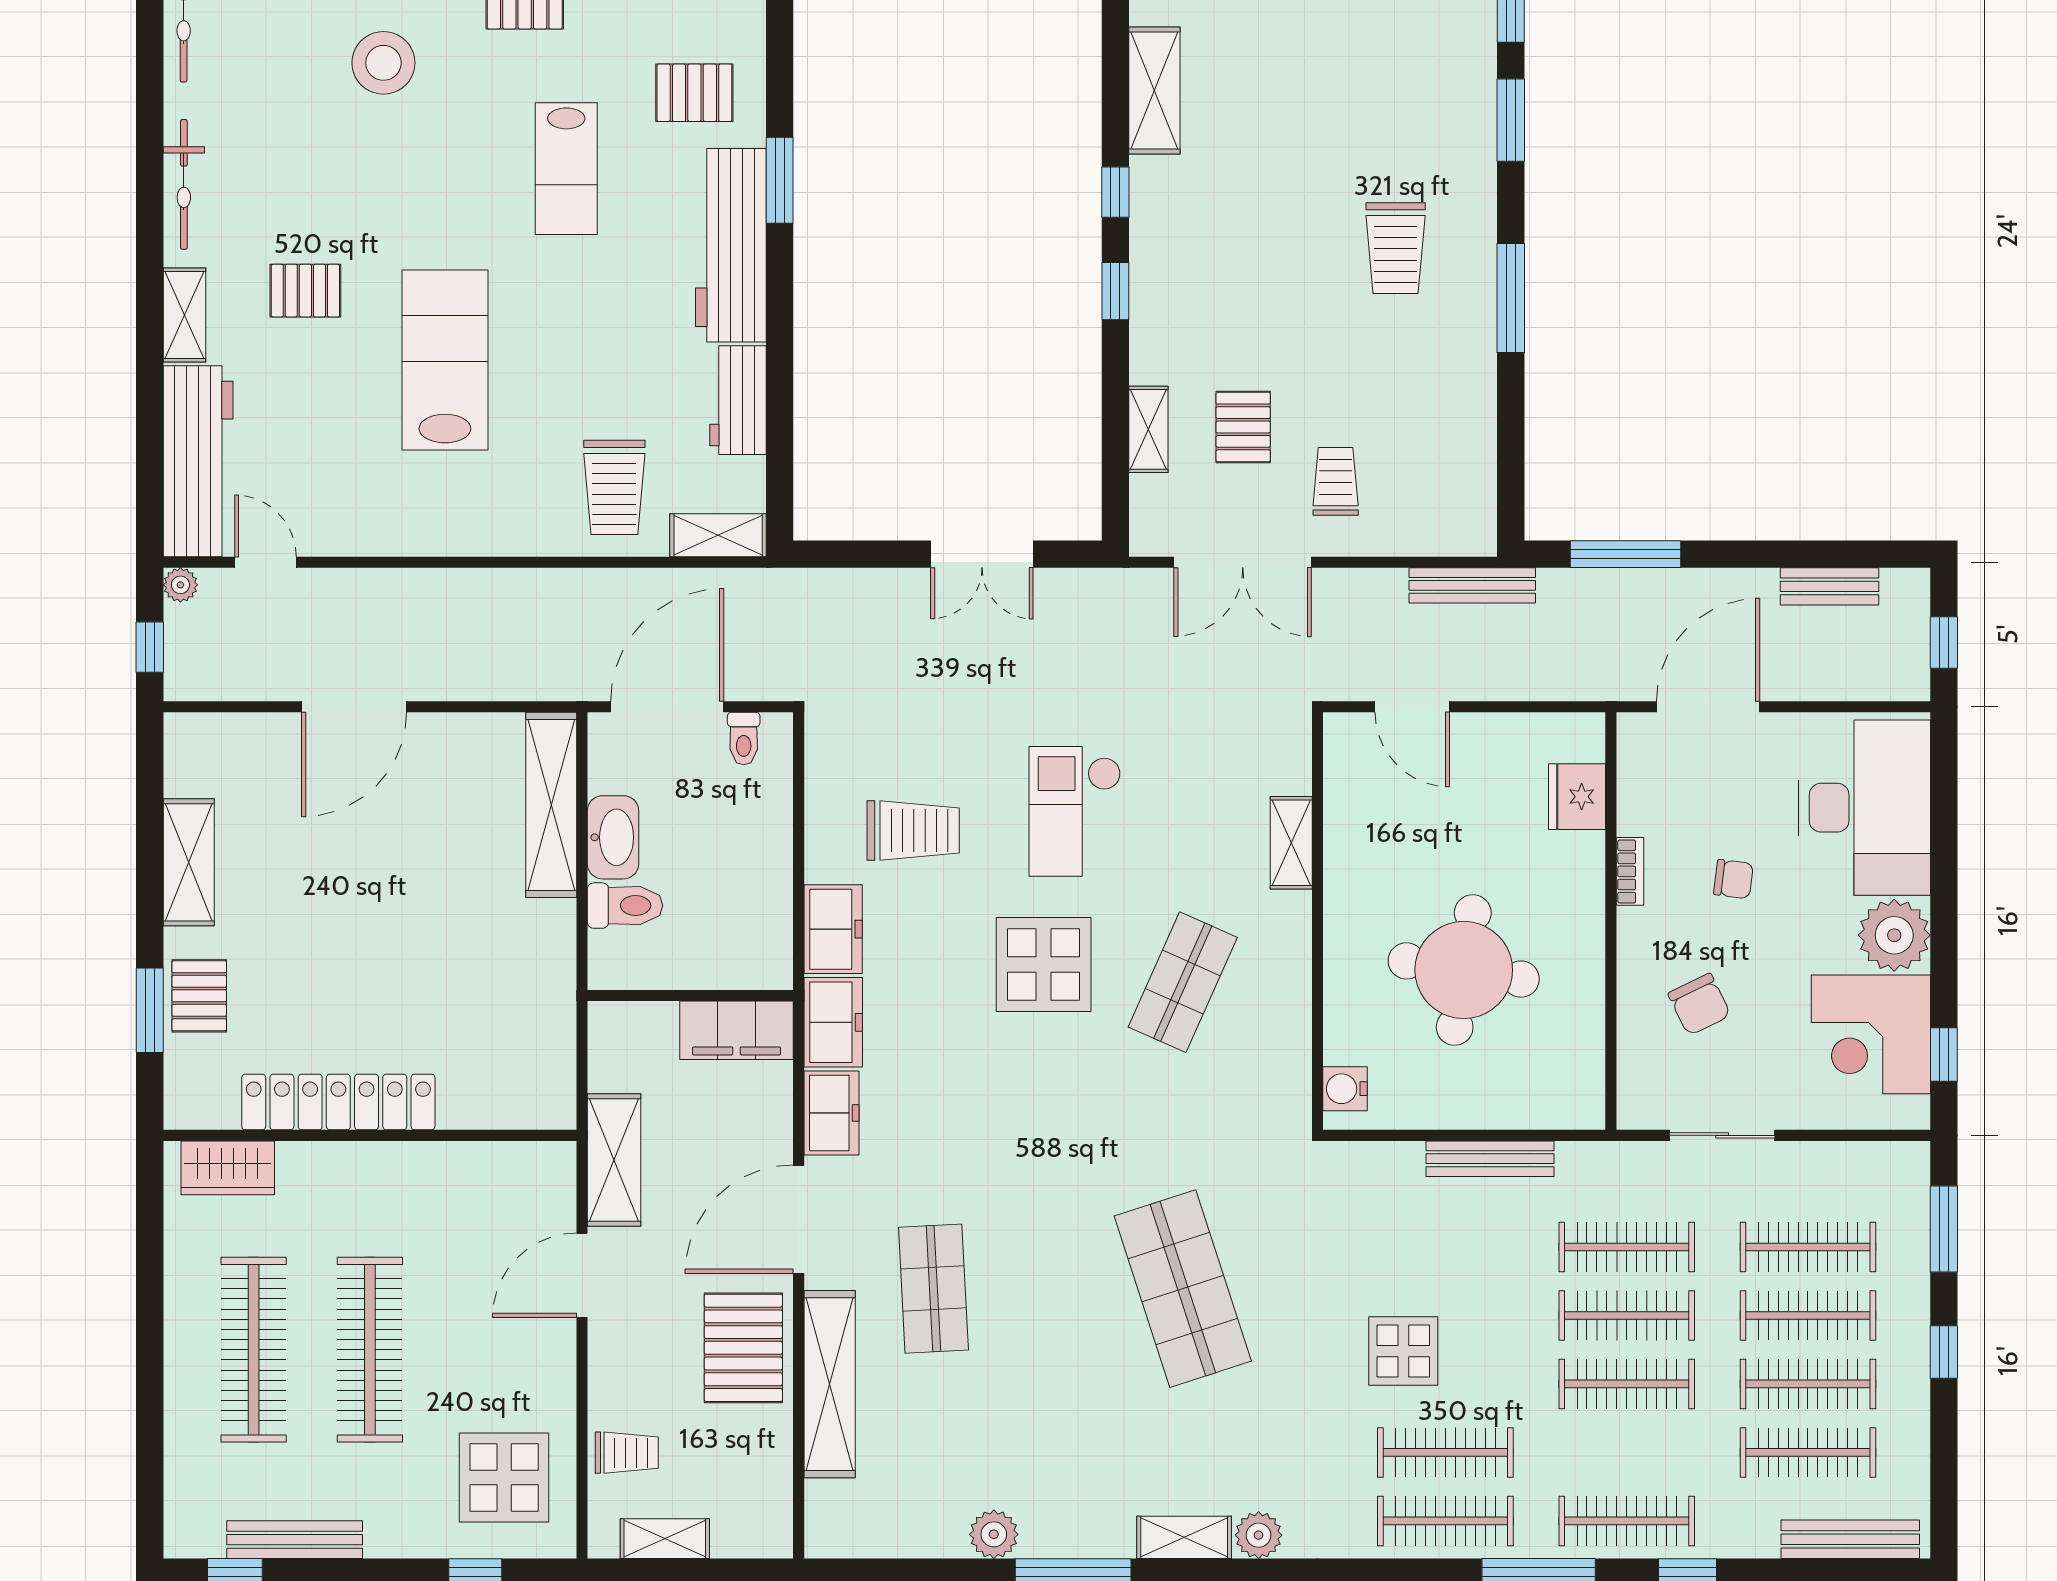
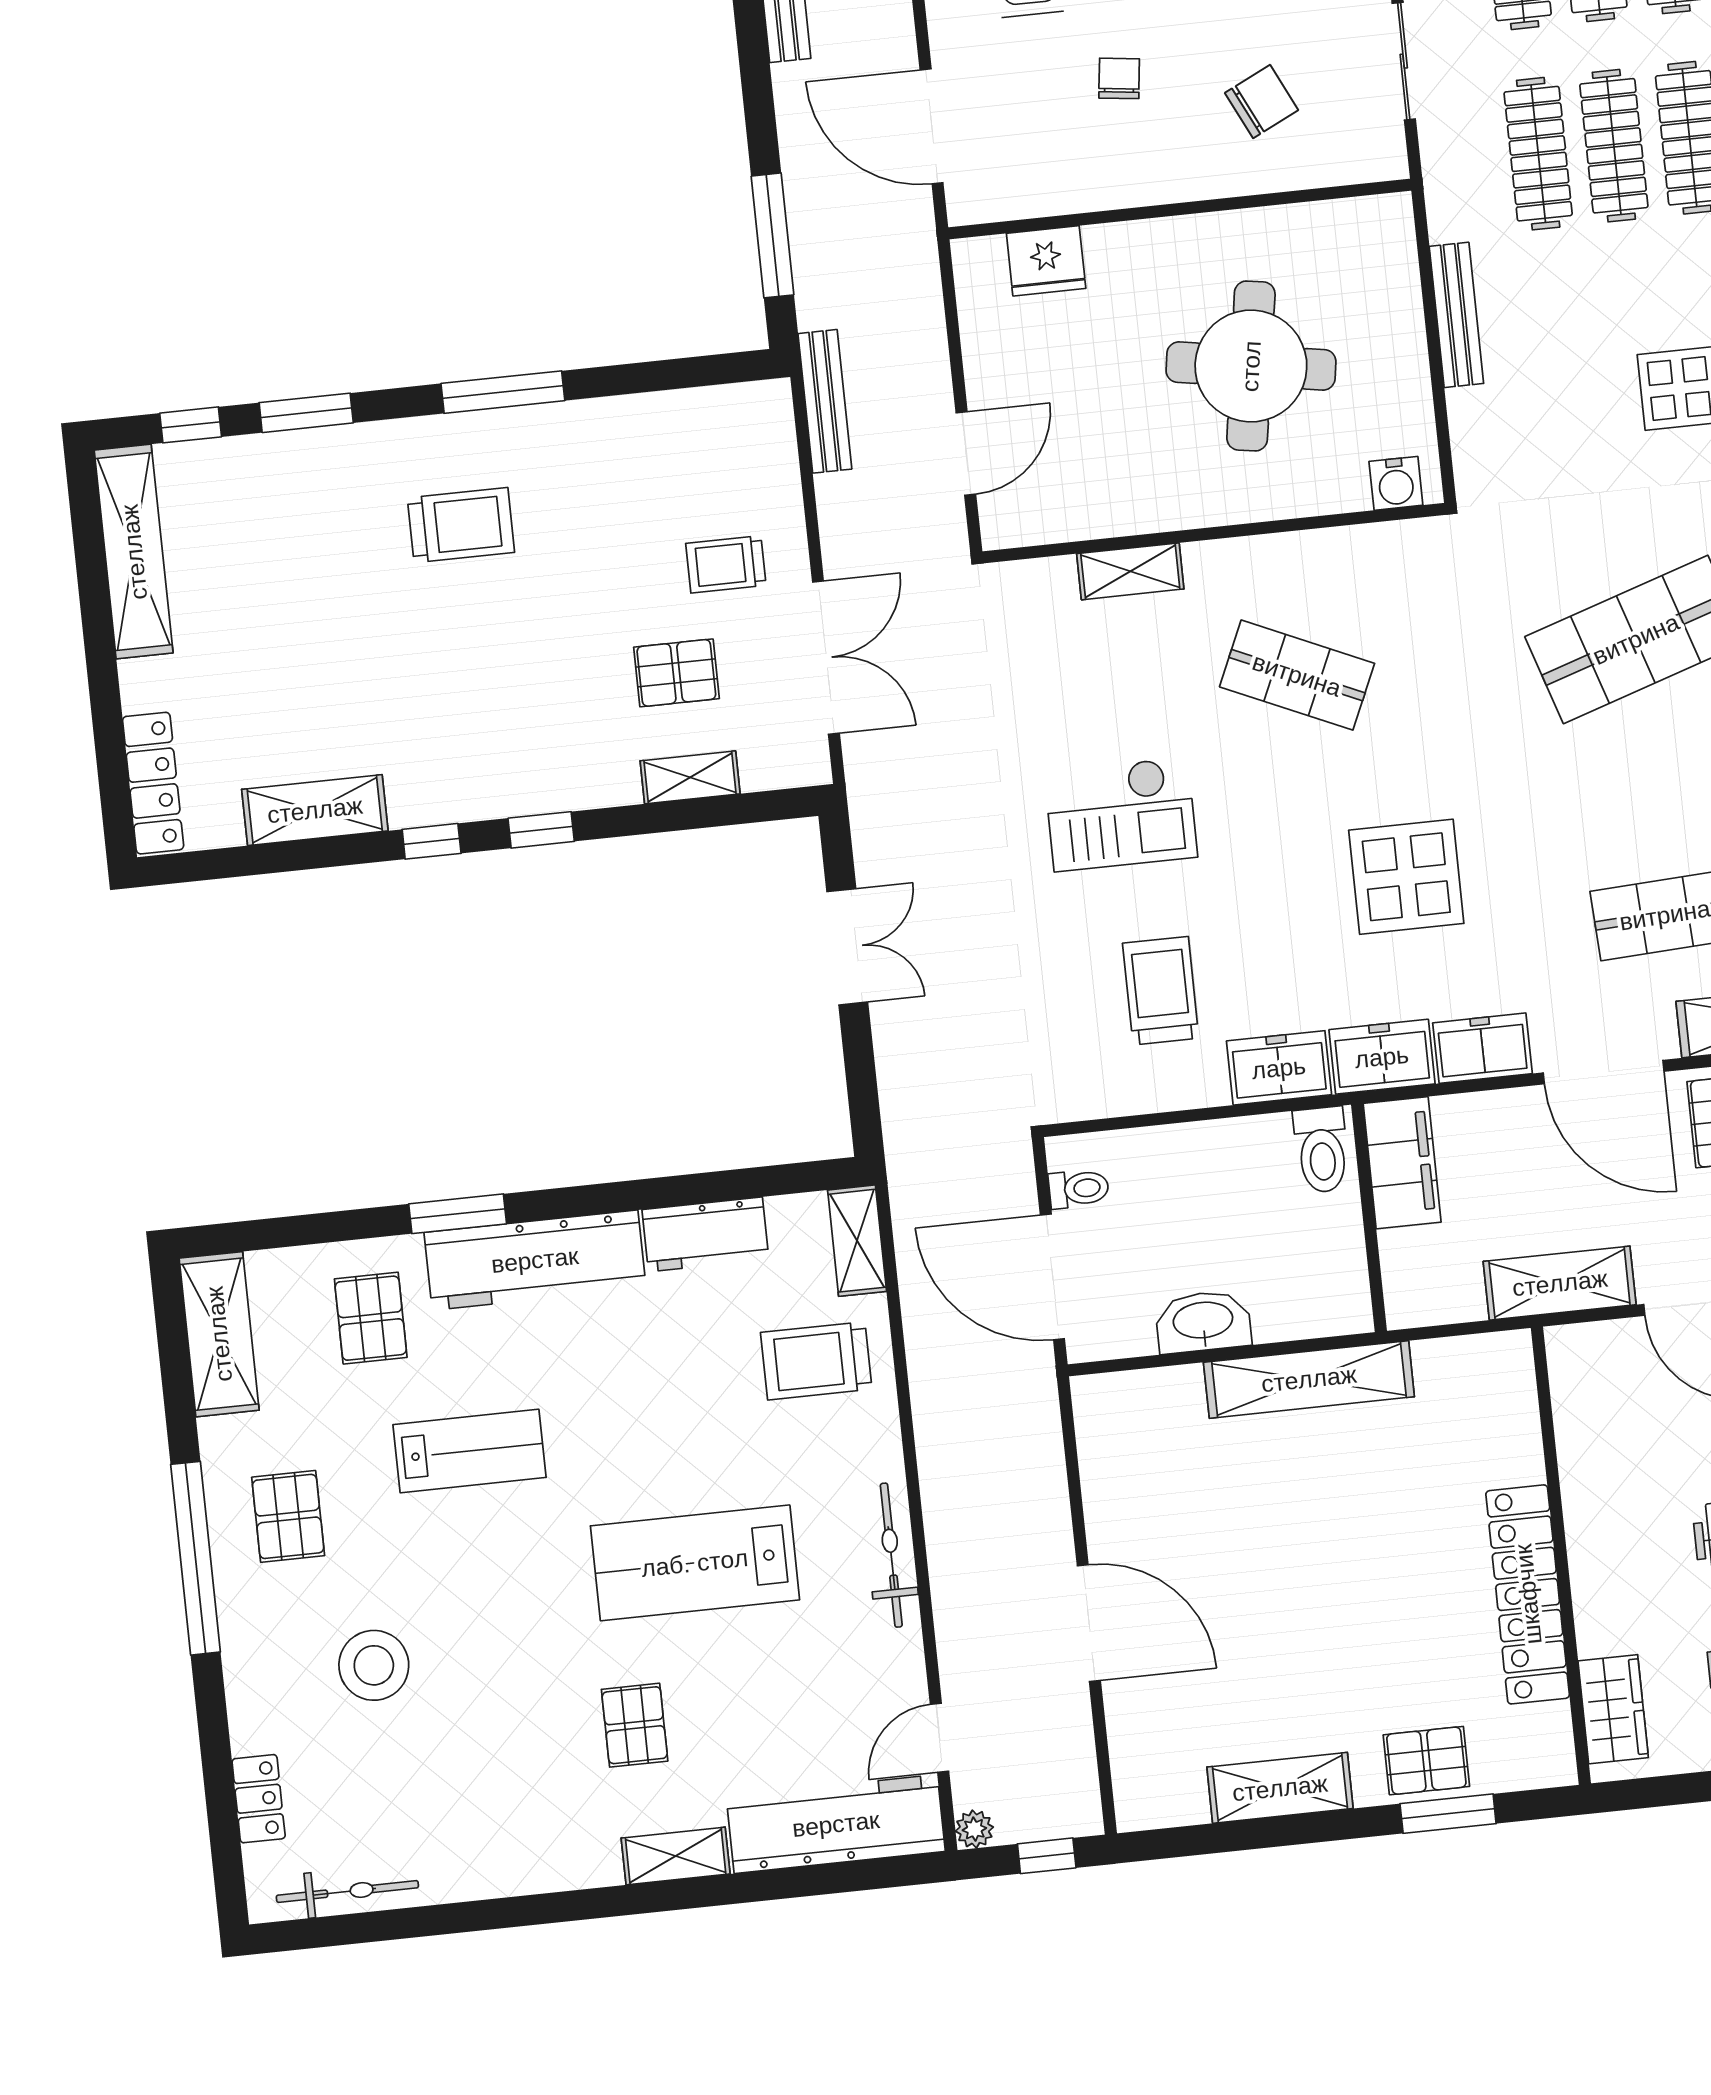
bicycle: (184, 184) -> (891, 1555), moved, turned -90
trolley: (614, 487) -> (816, 1361), turned 180
shelving: (551, 805) -> (1309, 1379), moved
bookcase: (1630, 871) -> (1123, 194), removed
toilet: (625, 906) -> (1322, 1150), moved, turned 180
display table: (1044, 965) -> (1406, 877), moved

